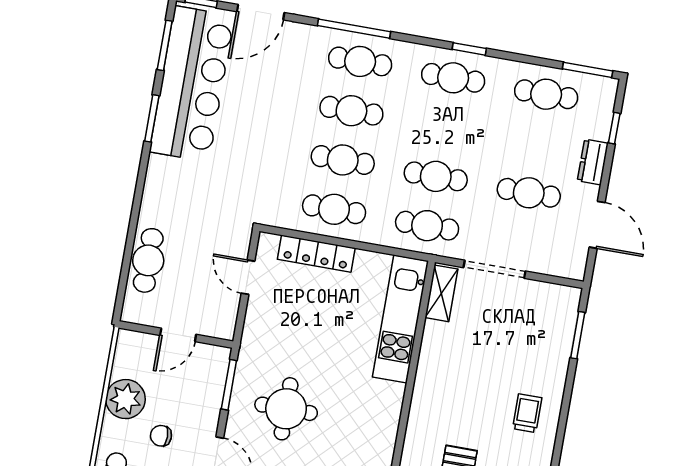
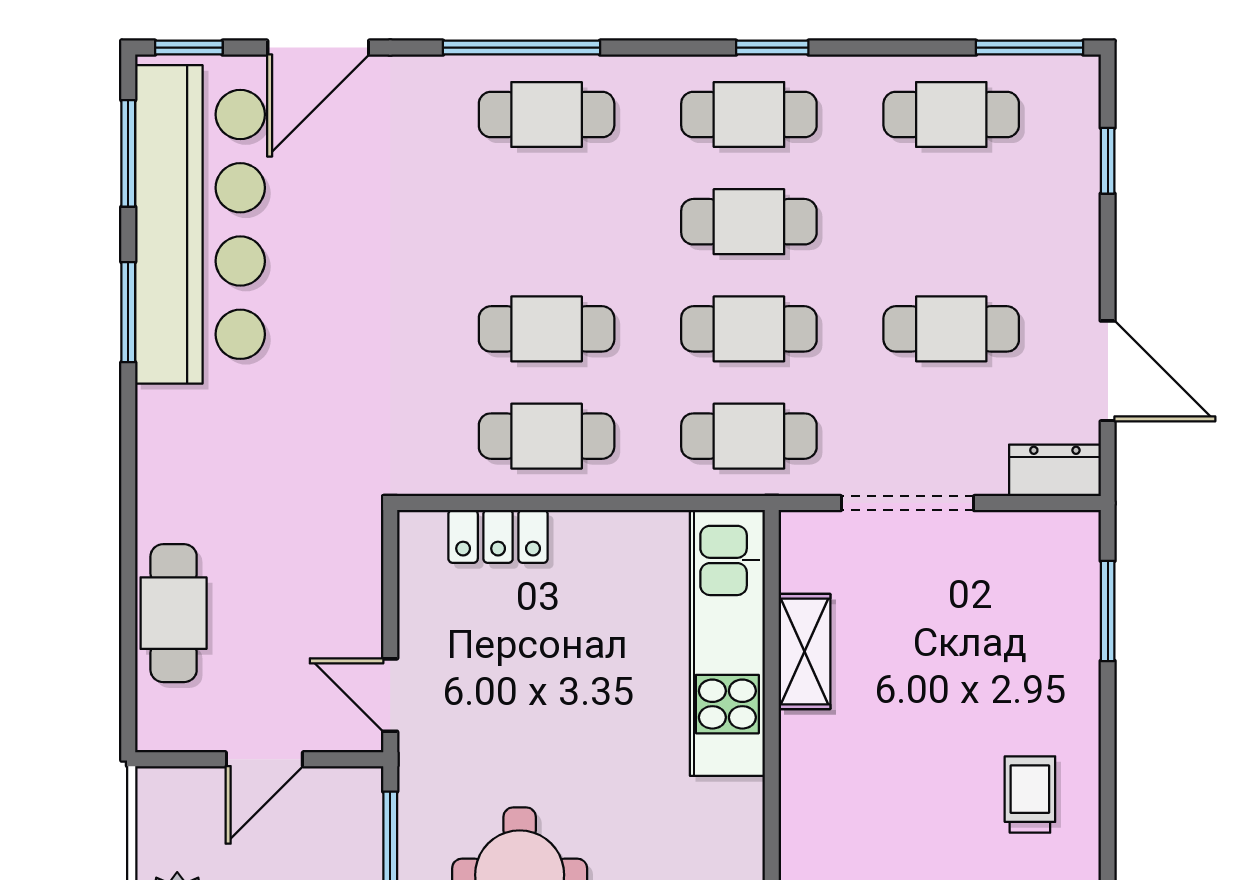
cafe table: (351, 111) -> (749, 222), moved
dresser: (593, 162) -> (1055, 470), moved, turned 90
locker: (316, 254) -> (498, 536), width x0.66
door: (248, 277) -> (390, 695), moved
shelving: (441, 293) -> (804, 651), moved

